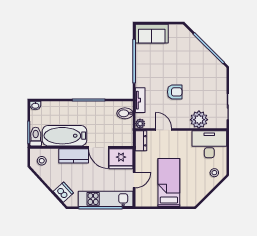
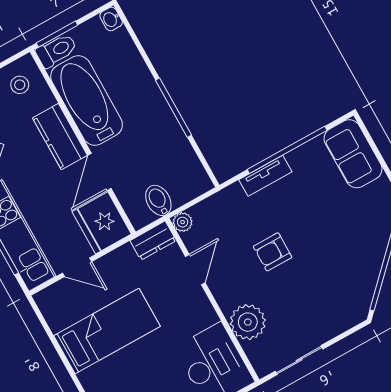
armchair: (175, 92) -> (273, 252), turned 90
tv unit: (140, 100) -> (265, 176), moved
bidet: (125, 113) -> (158, 200), moved

